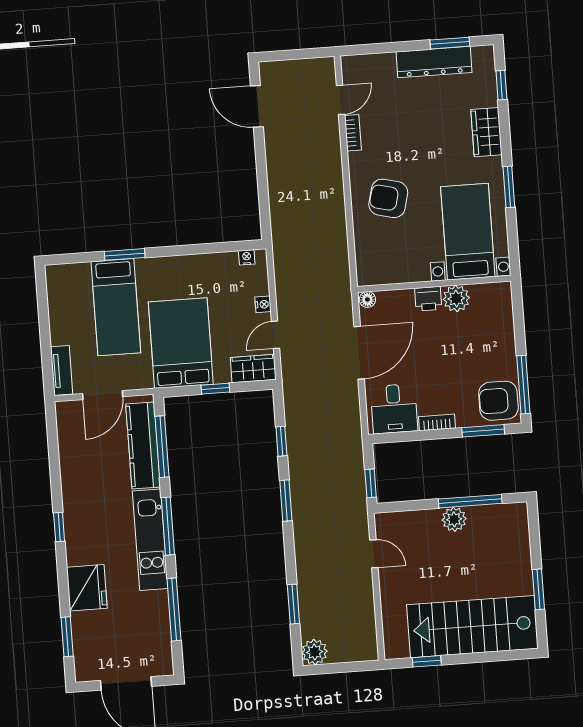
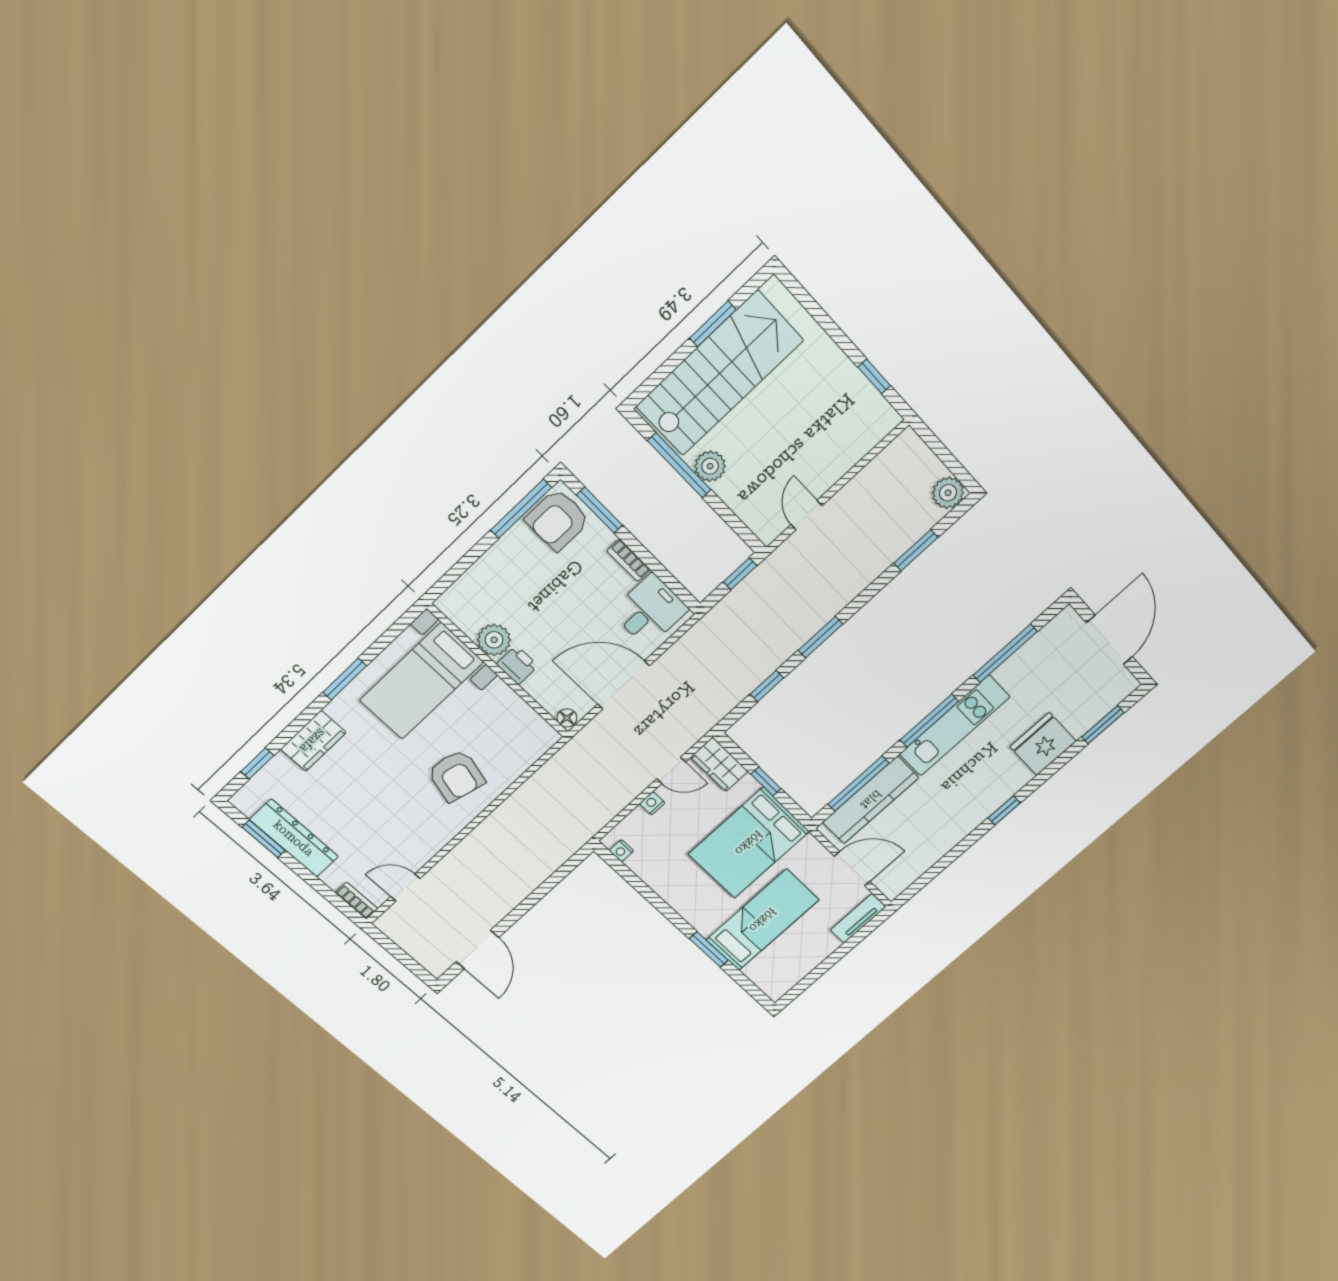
bookcase: (353, 133) -> (357, 901), moved, turned 90
armchair: (498, 401) -> (557, 520), turned 90
stairs: (472, 627) -> (720, 373), moved, turned -90

